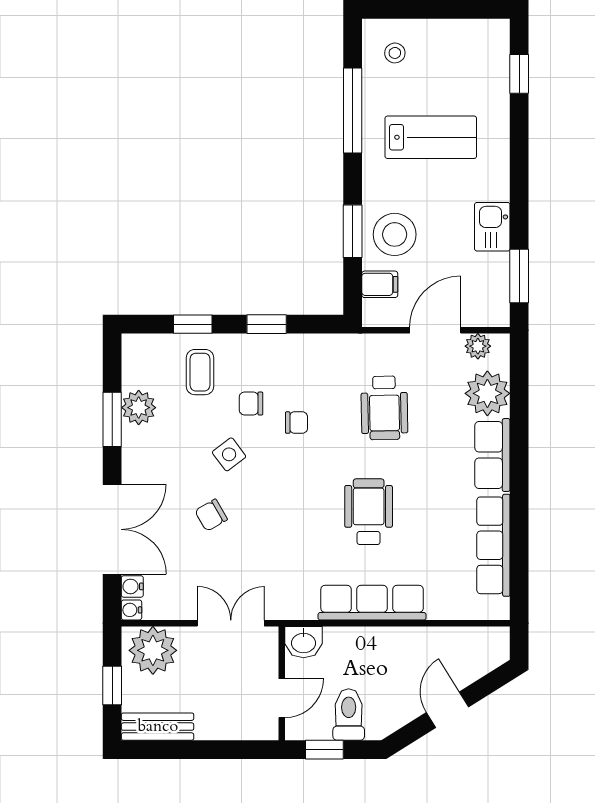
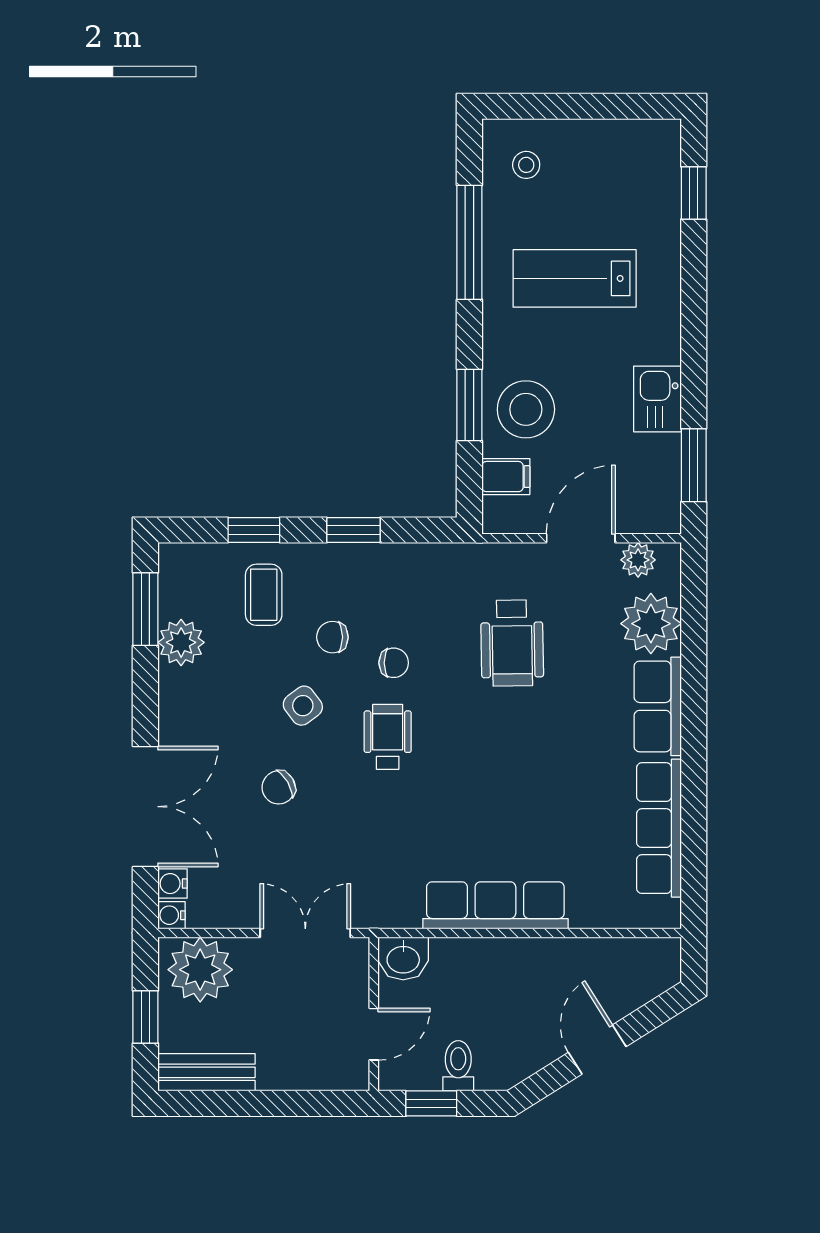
lab bench: (431, 137) -> (575, 278), turned 180
window: (112, 419) -> (145, 609), moved
wheelchair: (369, 512) -> (388, 737), moved, width x0.73, depth x0.73
toilet: (349, 715) -> (458, 1066), width x0.73, depth x0.72

